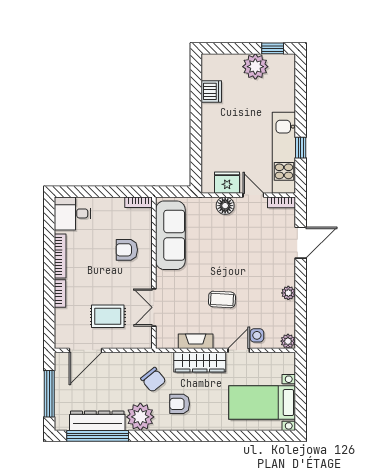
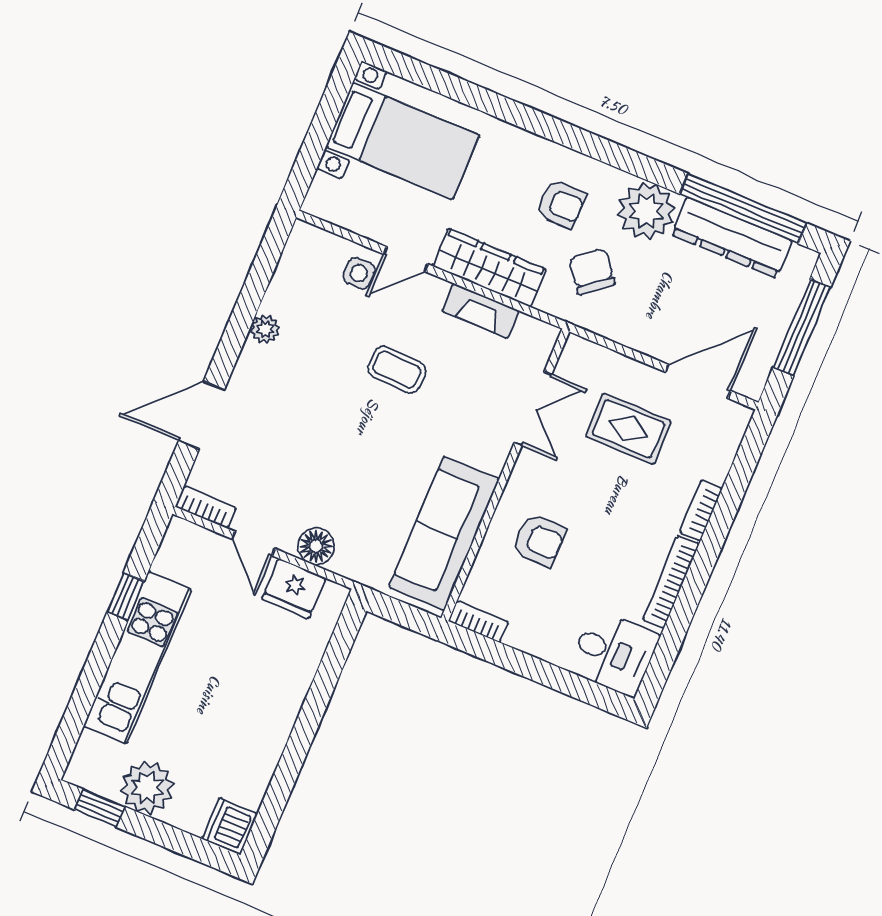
dishwasher: (211, 91) -> (230, 826), moved
kitchen unit: (284, 153) -> (137, 658), moved
plant: (288, 341) -> (304, 237), removed

